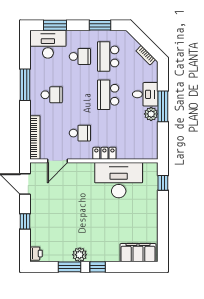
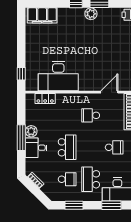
school desk: (80, 56) -> (91, 179), width x1.85
school desk: (108, 56) -> (67, 179), width x0.54
school desk: (52, 95) -> (114, 147), turned 180
locker: (104, 153) -> (45, 98), moved

